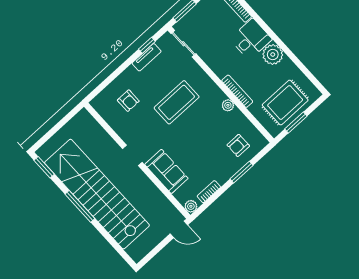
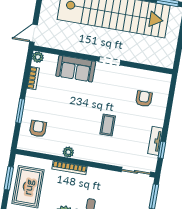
armchair: (128, 101) -> (144, 99), turned 90
coffee table: (177, 102) -> (108, 125), width x0.54, depth x0.58

